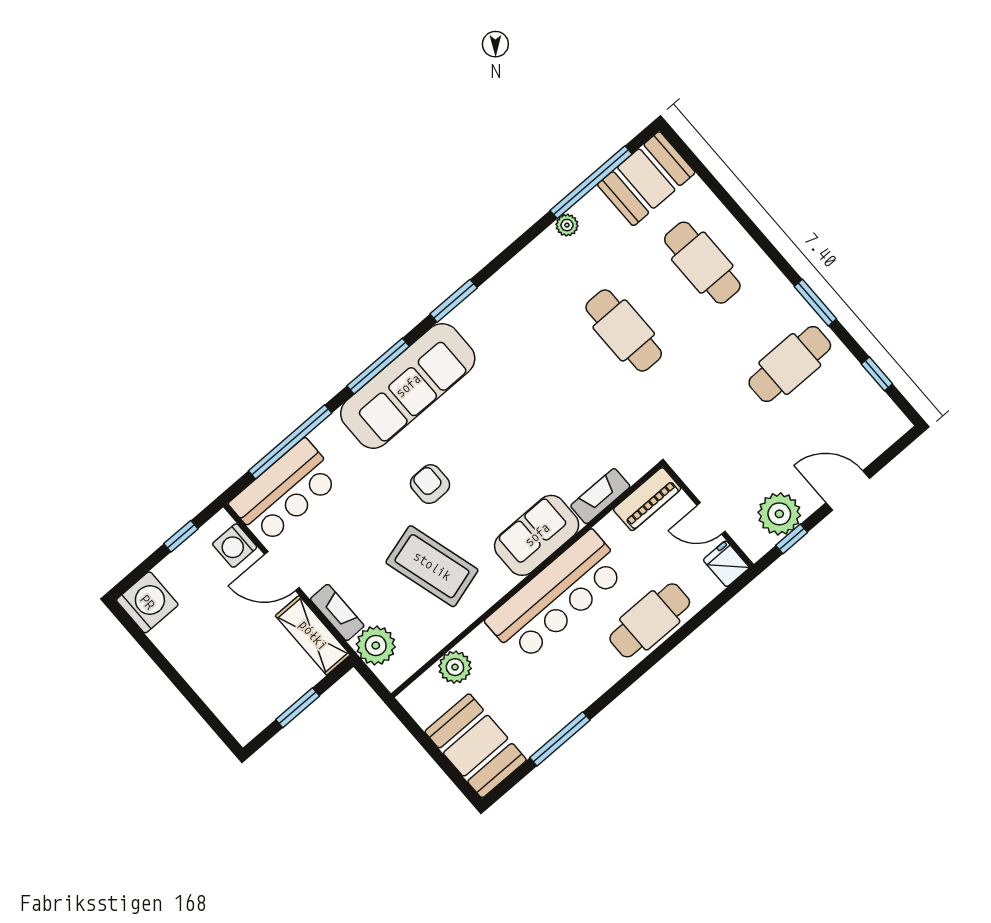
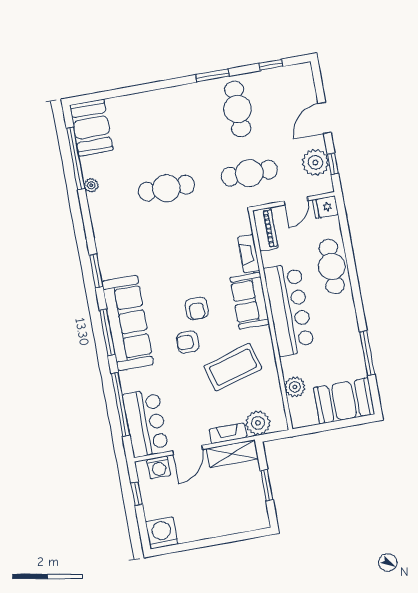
cafe table: (702, 263) -> (249, 173), moved
armchair: (483, 469) -> (197, 308), added

